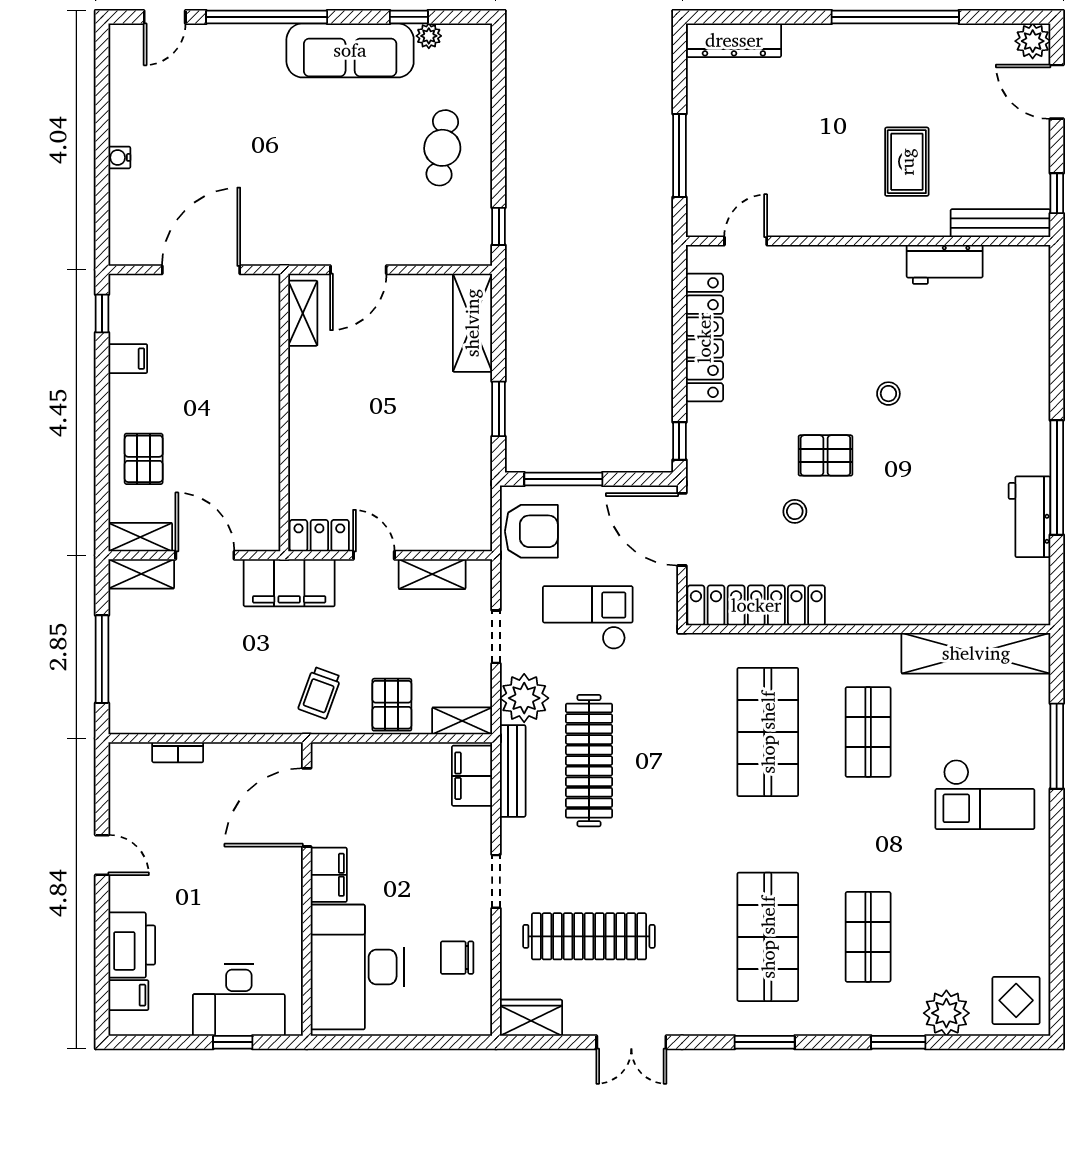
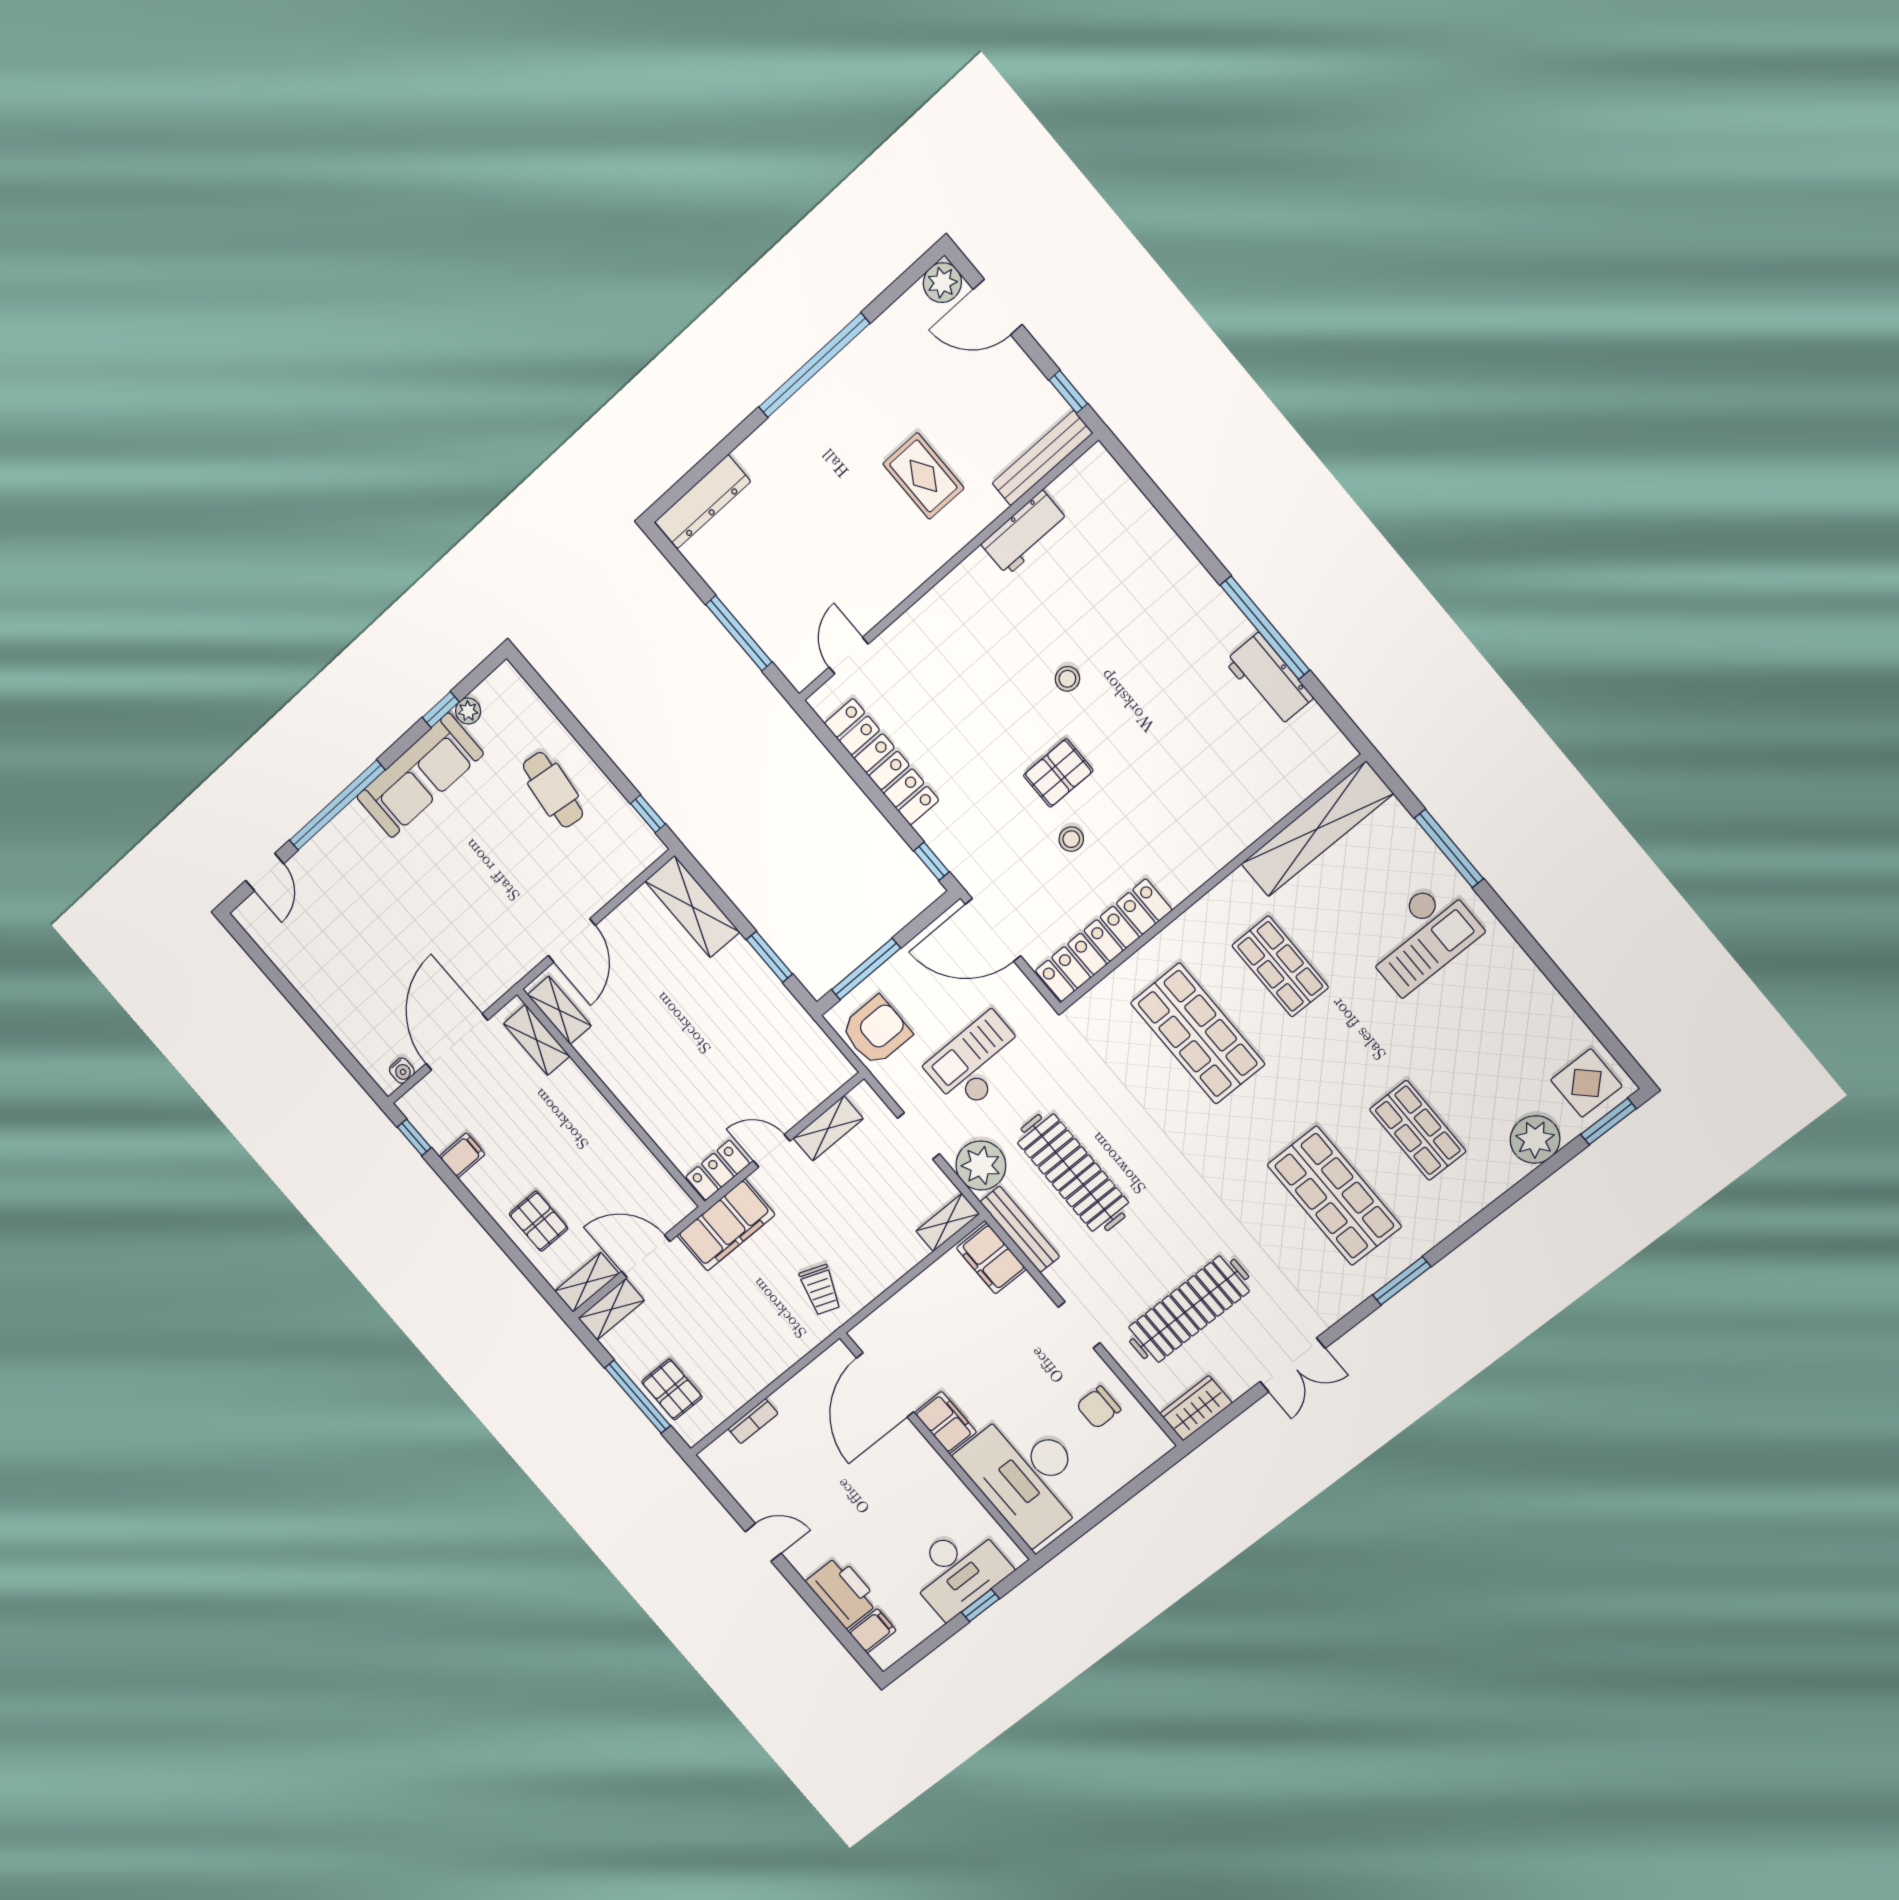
water cooler: (119, 157) -> (402, 1071), moved, turned -90
shelving: (265, 321) -> (537, 1040), added
pallet: (392, 705) -> (672, 1389), moved
window: (898, 1042) -> (1608, 1121), moved

